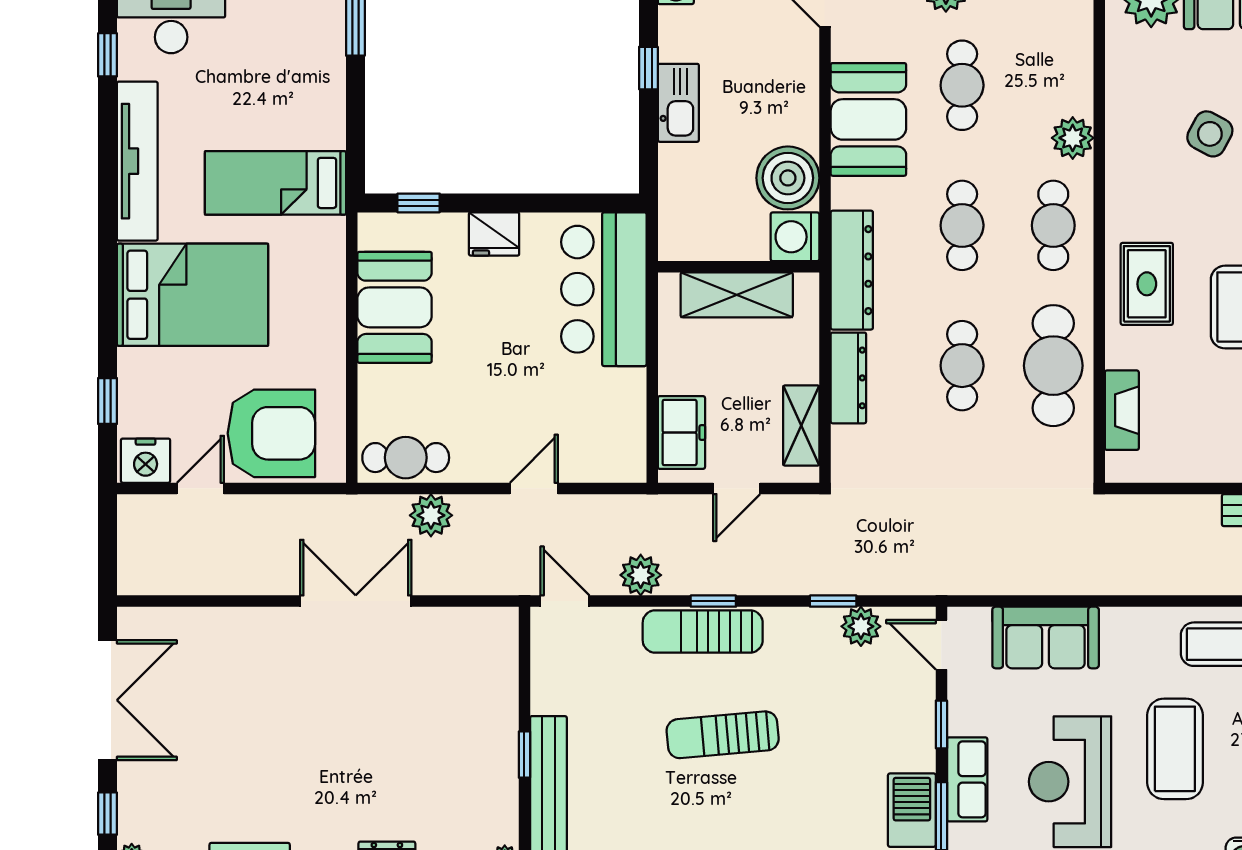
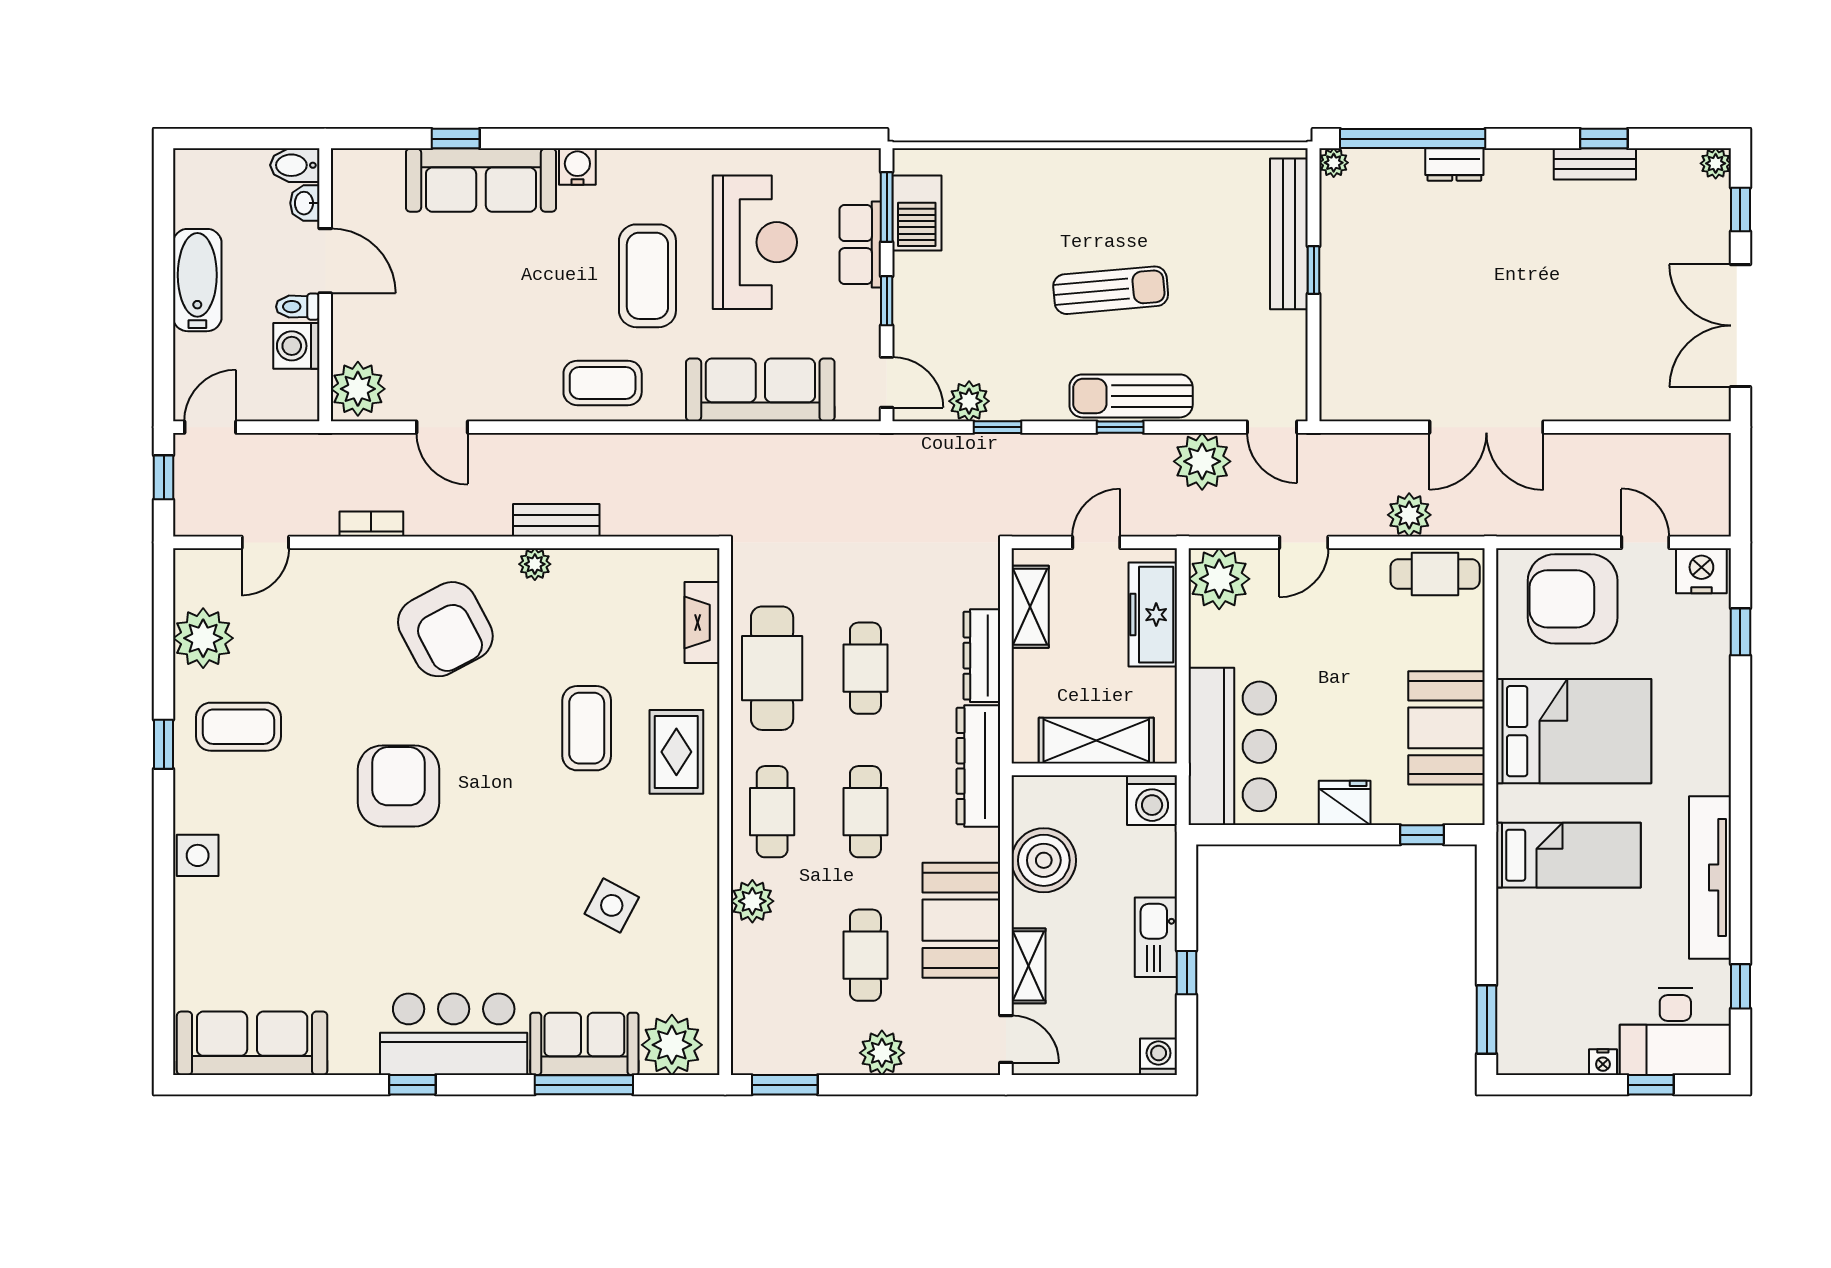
shelving: (803, 75) -> (1028, 966), added
washing machine: (795, 237) -> (1152, 800), moved, turned 90
bed: (192, 295) -> (1574, 731), moved, turned 180
freezer: (681, 432) -> (1153, 615), width x1.40
plant: (617, 453) -> (1219, 579), added
door: (200, 488) -> (1645, 542), swing flipped
plant: (641, 575) -> (1202, 461), width x1.36, depth x1.36
sun lounger: (703, 631) -> (1131, 396), turned 180
sofa: (1046, 637) -> (760, 390), width x1.36

